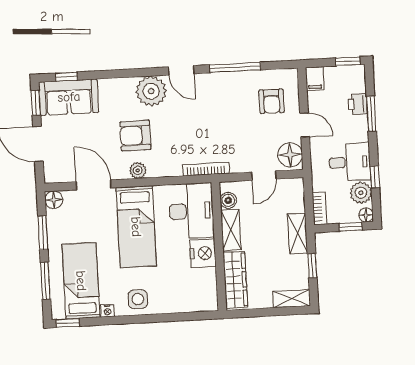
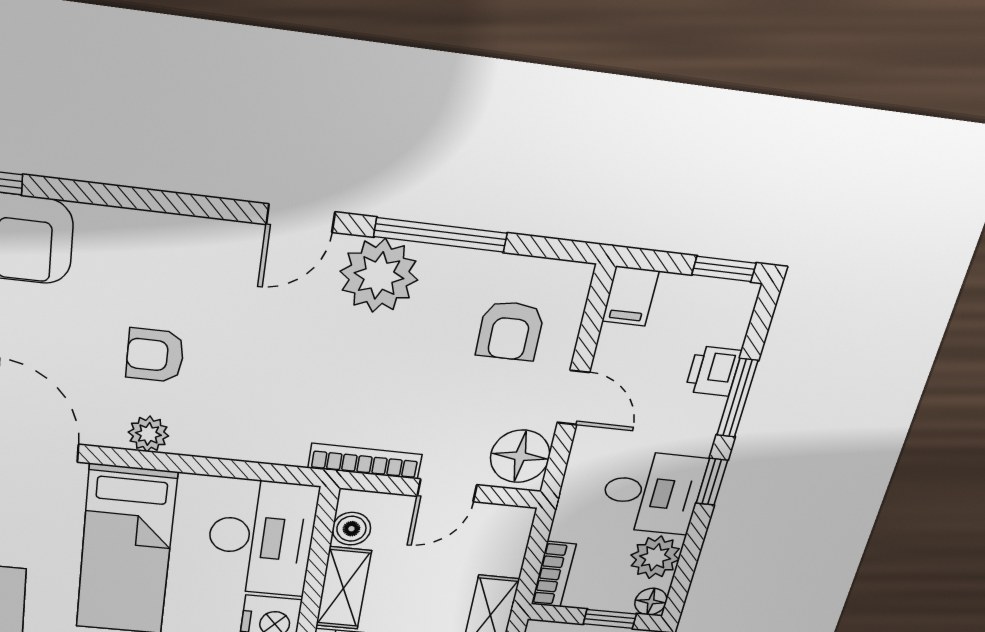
door: (181, 70) -> (301, 218), hinge flipped
plant: (151, 91) -> (379, 276), moved
armchair: (135, 136) -> (155, 355), width x0.72, depth x0.72
bookcase: (206, 169) -> (365, 461), moved
window: (375, 177) -> (712, 482), moved

